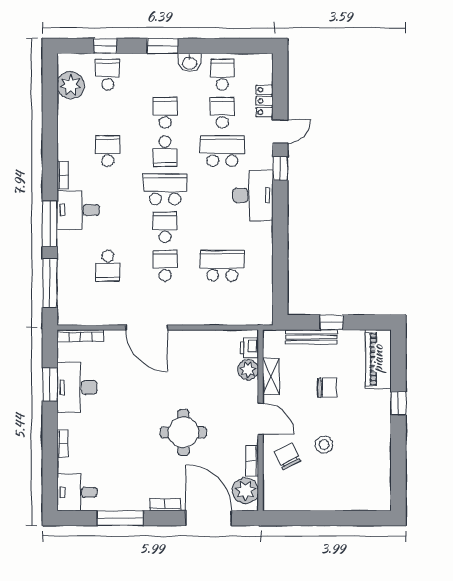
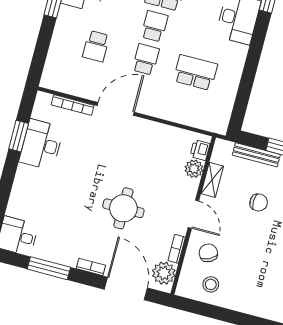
window: (50, 283) -> (42, 48), removed
door: (147, 328) -> (116, 109), swing flipped
bookcase: (80, 336) -> (73, 105), moved
bookcase: (63, 444) -> (16, 191), removed
stool: (324, 445) -> (211, 284), moved

